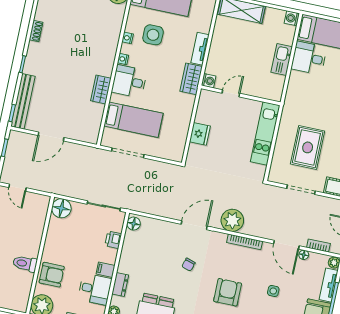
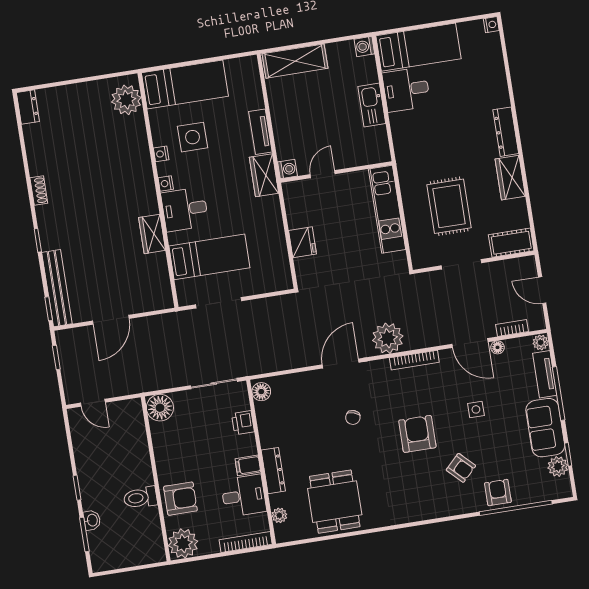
dresser: (120, 284) -> (273, 471), width x1.44

